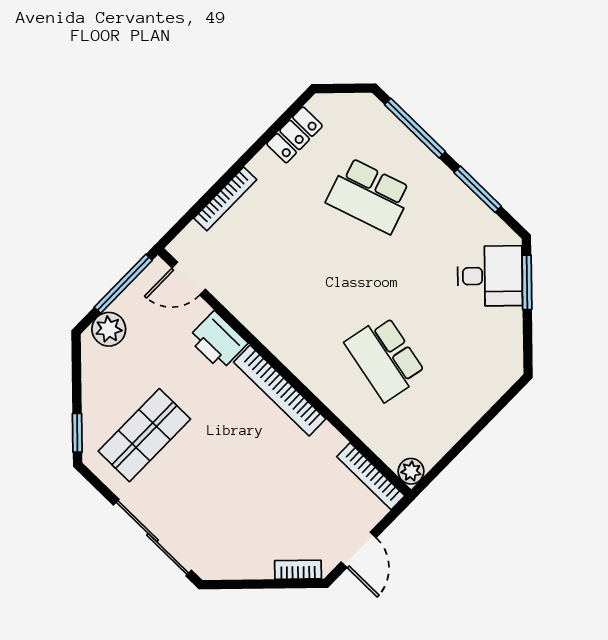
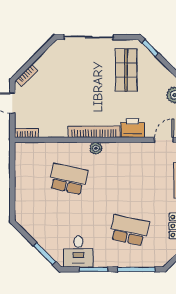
school desk: (369, 196) -> (129, 230), turned 30
desk: (490, 276) -> (78, 251), moved, turned -45
plant: (411, 471) -> (96, 148), moved
bookcase: (371, 476) -> (26, 133), width x0.64

